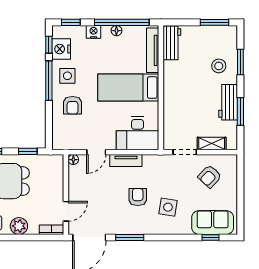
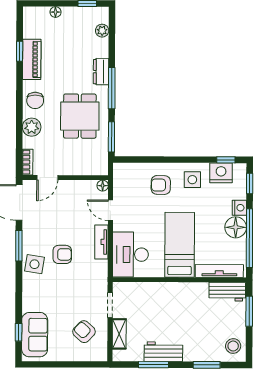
window: (214, 22) -> (249, 311), moved
floor lamp: (116, 31) -> (236, 227), width x1.89, depth x1.89
stool: (219, 66) -> (233, 346), moved
window: (49, 81) -> (187, 160), removed
window: (28, 151) -> (111, 137), width x1.50
side table: (168, 207) -> (34, 264), moved
door: (66, 211) -> (47, 177), hinge flipped

